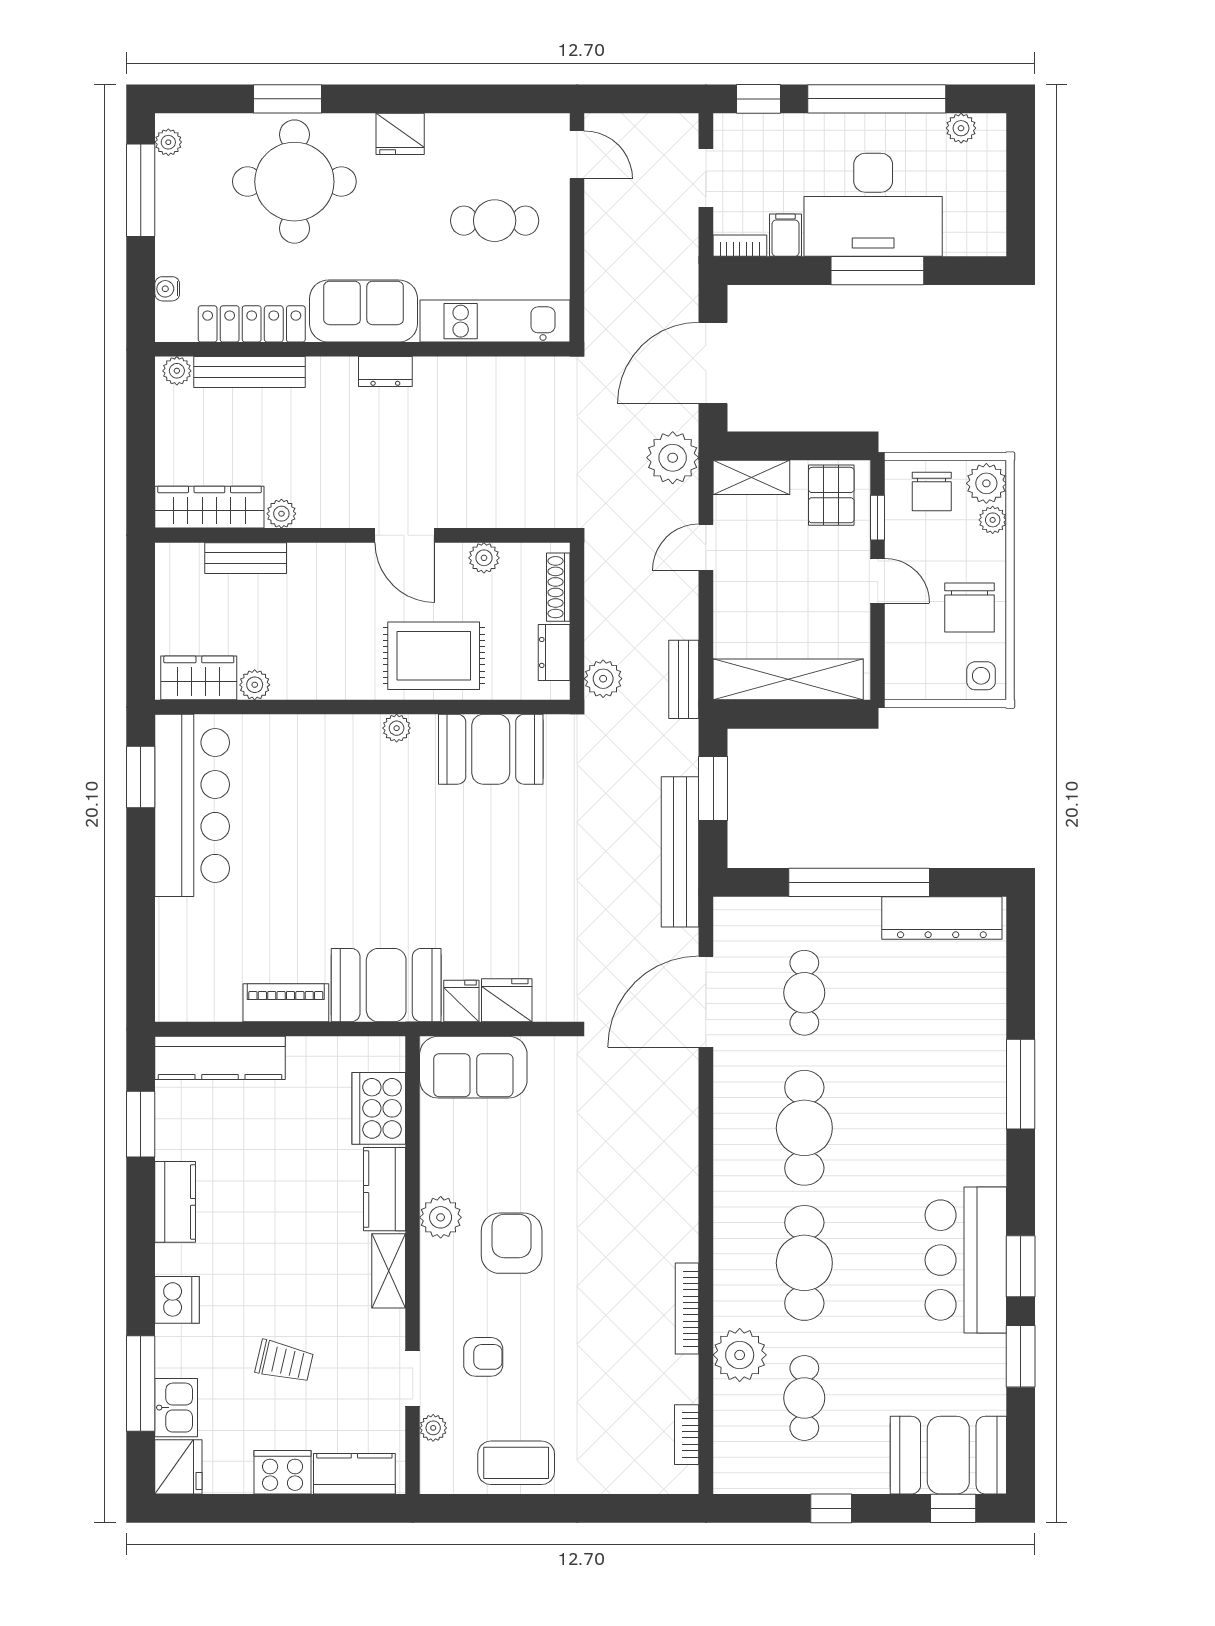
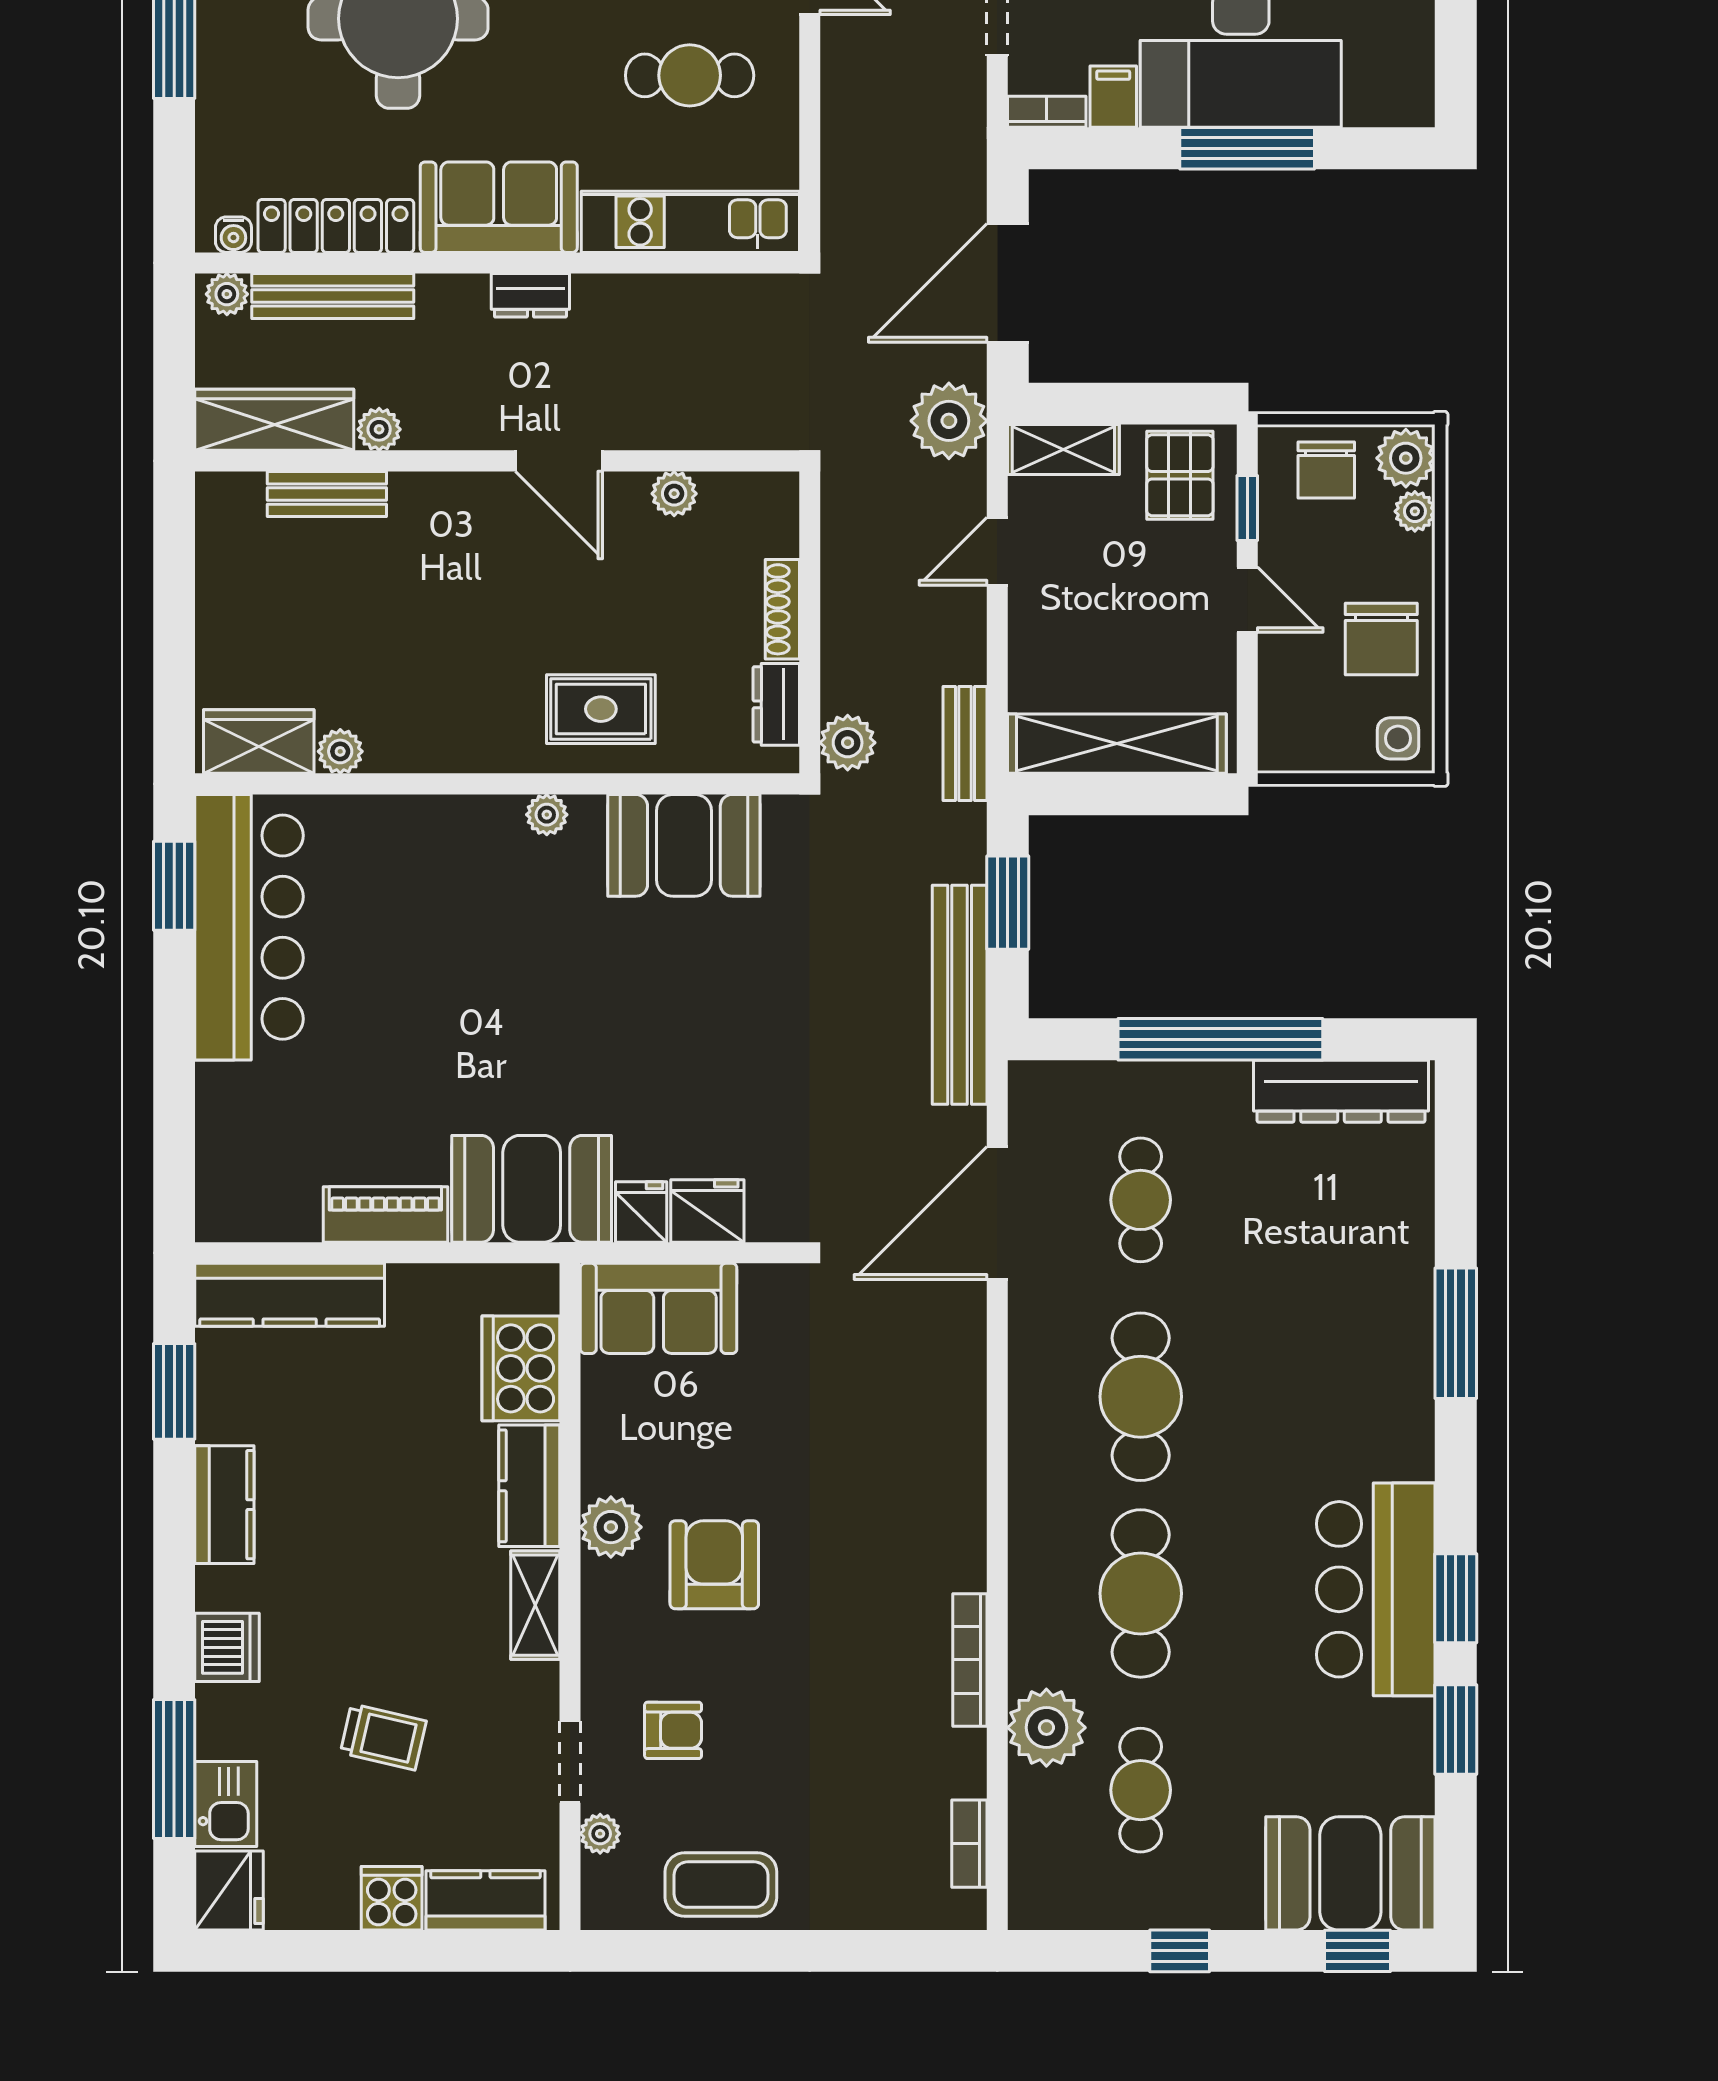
water cooler: (167, 289) -> (233, 235), moved, turned -90
wardrobe: (209, 507) -> (274, 420), moved
plant: (281, 514) -> (379, 429), moved
wall: (362, 535) -> (497, 461), moved
door: (405, 535) -> (559, 461), moved
bench: (246, 558) -> (327, 494), moved
plant: (484, 558) -> (674, 494), moved
rug: (434, 656) -> (601, 709), width x0.73, depth x0.70
cooker: (283, 1472) -> (392, 1898), width x0.73

